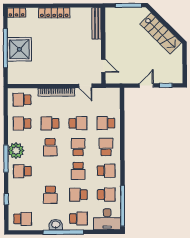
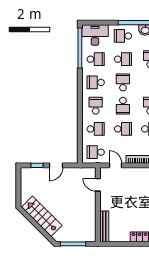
school desk: (106, 99) -> (96, 152), added
school desk: (78, 123) -> (123, 129), turned 180
school desk: (106, 147) -> (96, 106), turned 180
school desk: (106, 195) -> (96, 59), turned 180

